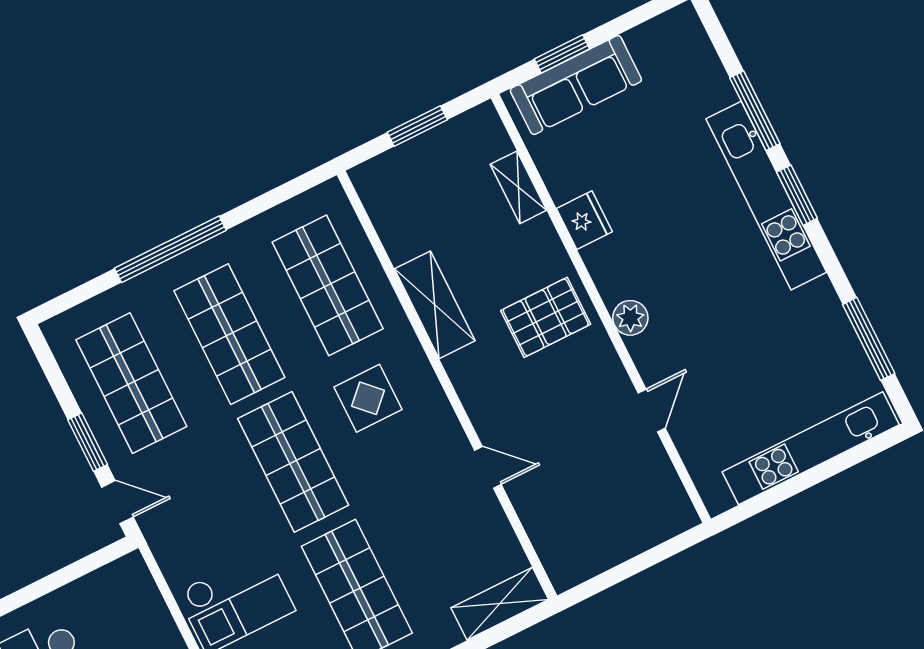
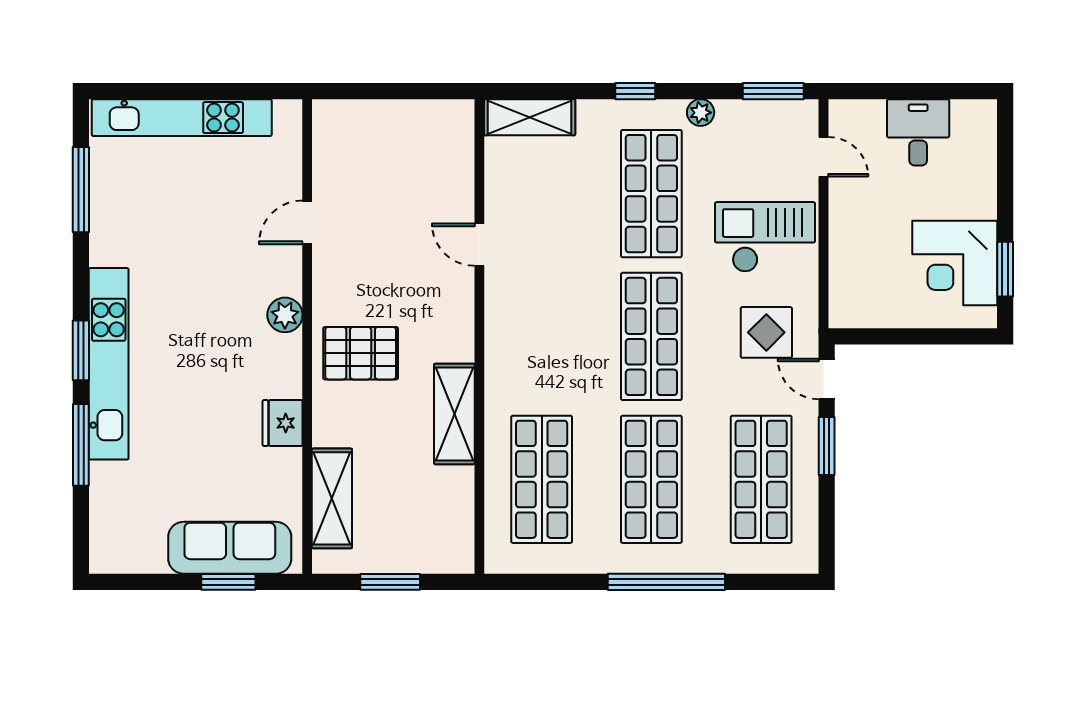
shelving: (518, 187) -> (332, 498), width x1.50, depth x1.33
display table: (368, 398) -> (766, 332), moved

